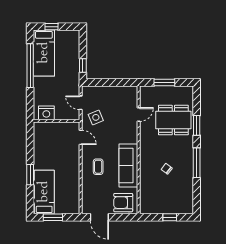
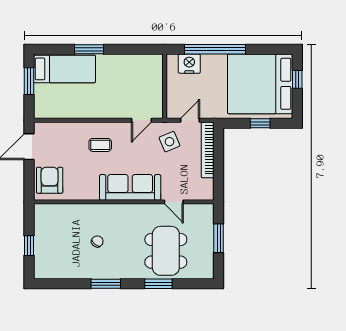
bed: (44, 53) -> (260, 84), width x2.04
window: (30, 66) -> (215, 49), moved
window: (83, 66) -> (260, 123), moved
bookcase: (102, 90) -> (208, 150), added
nightstand: (46, 113) -> (189, 64), moved, turned 90
window: (197, 163) -> (106, 284), width x0.69
sofa: (128, 165) -> (130, 187), moved

